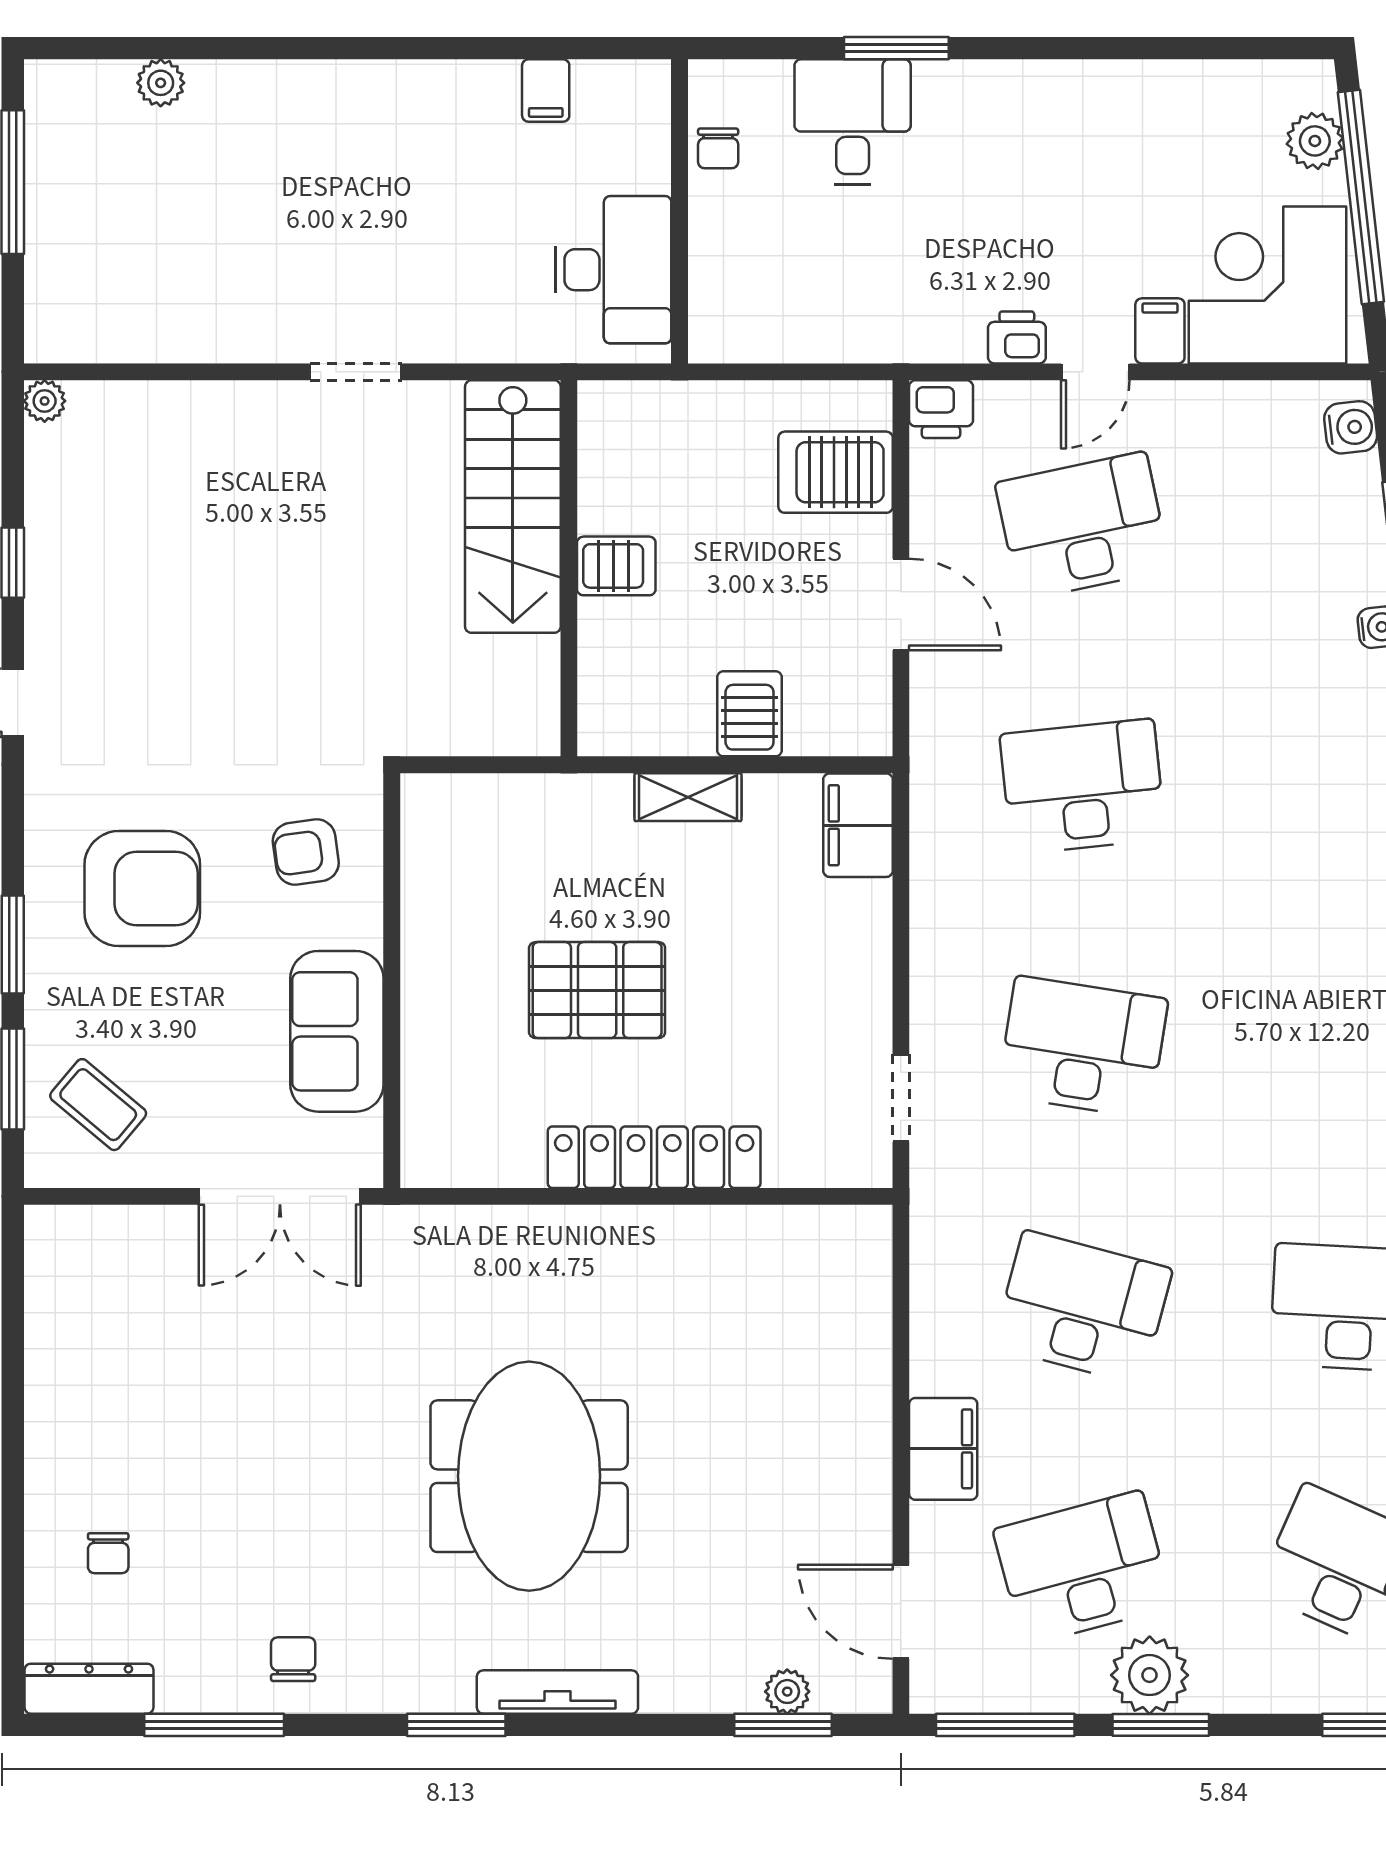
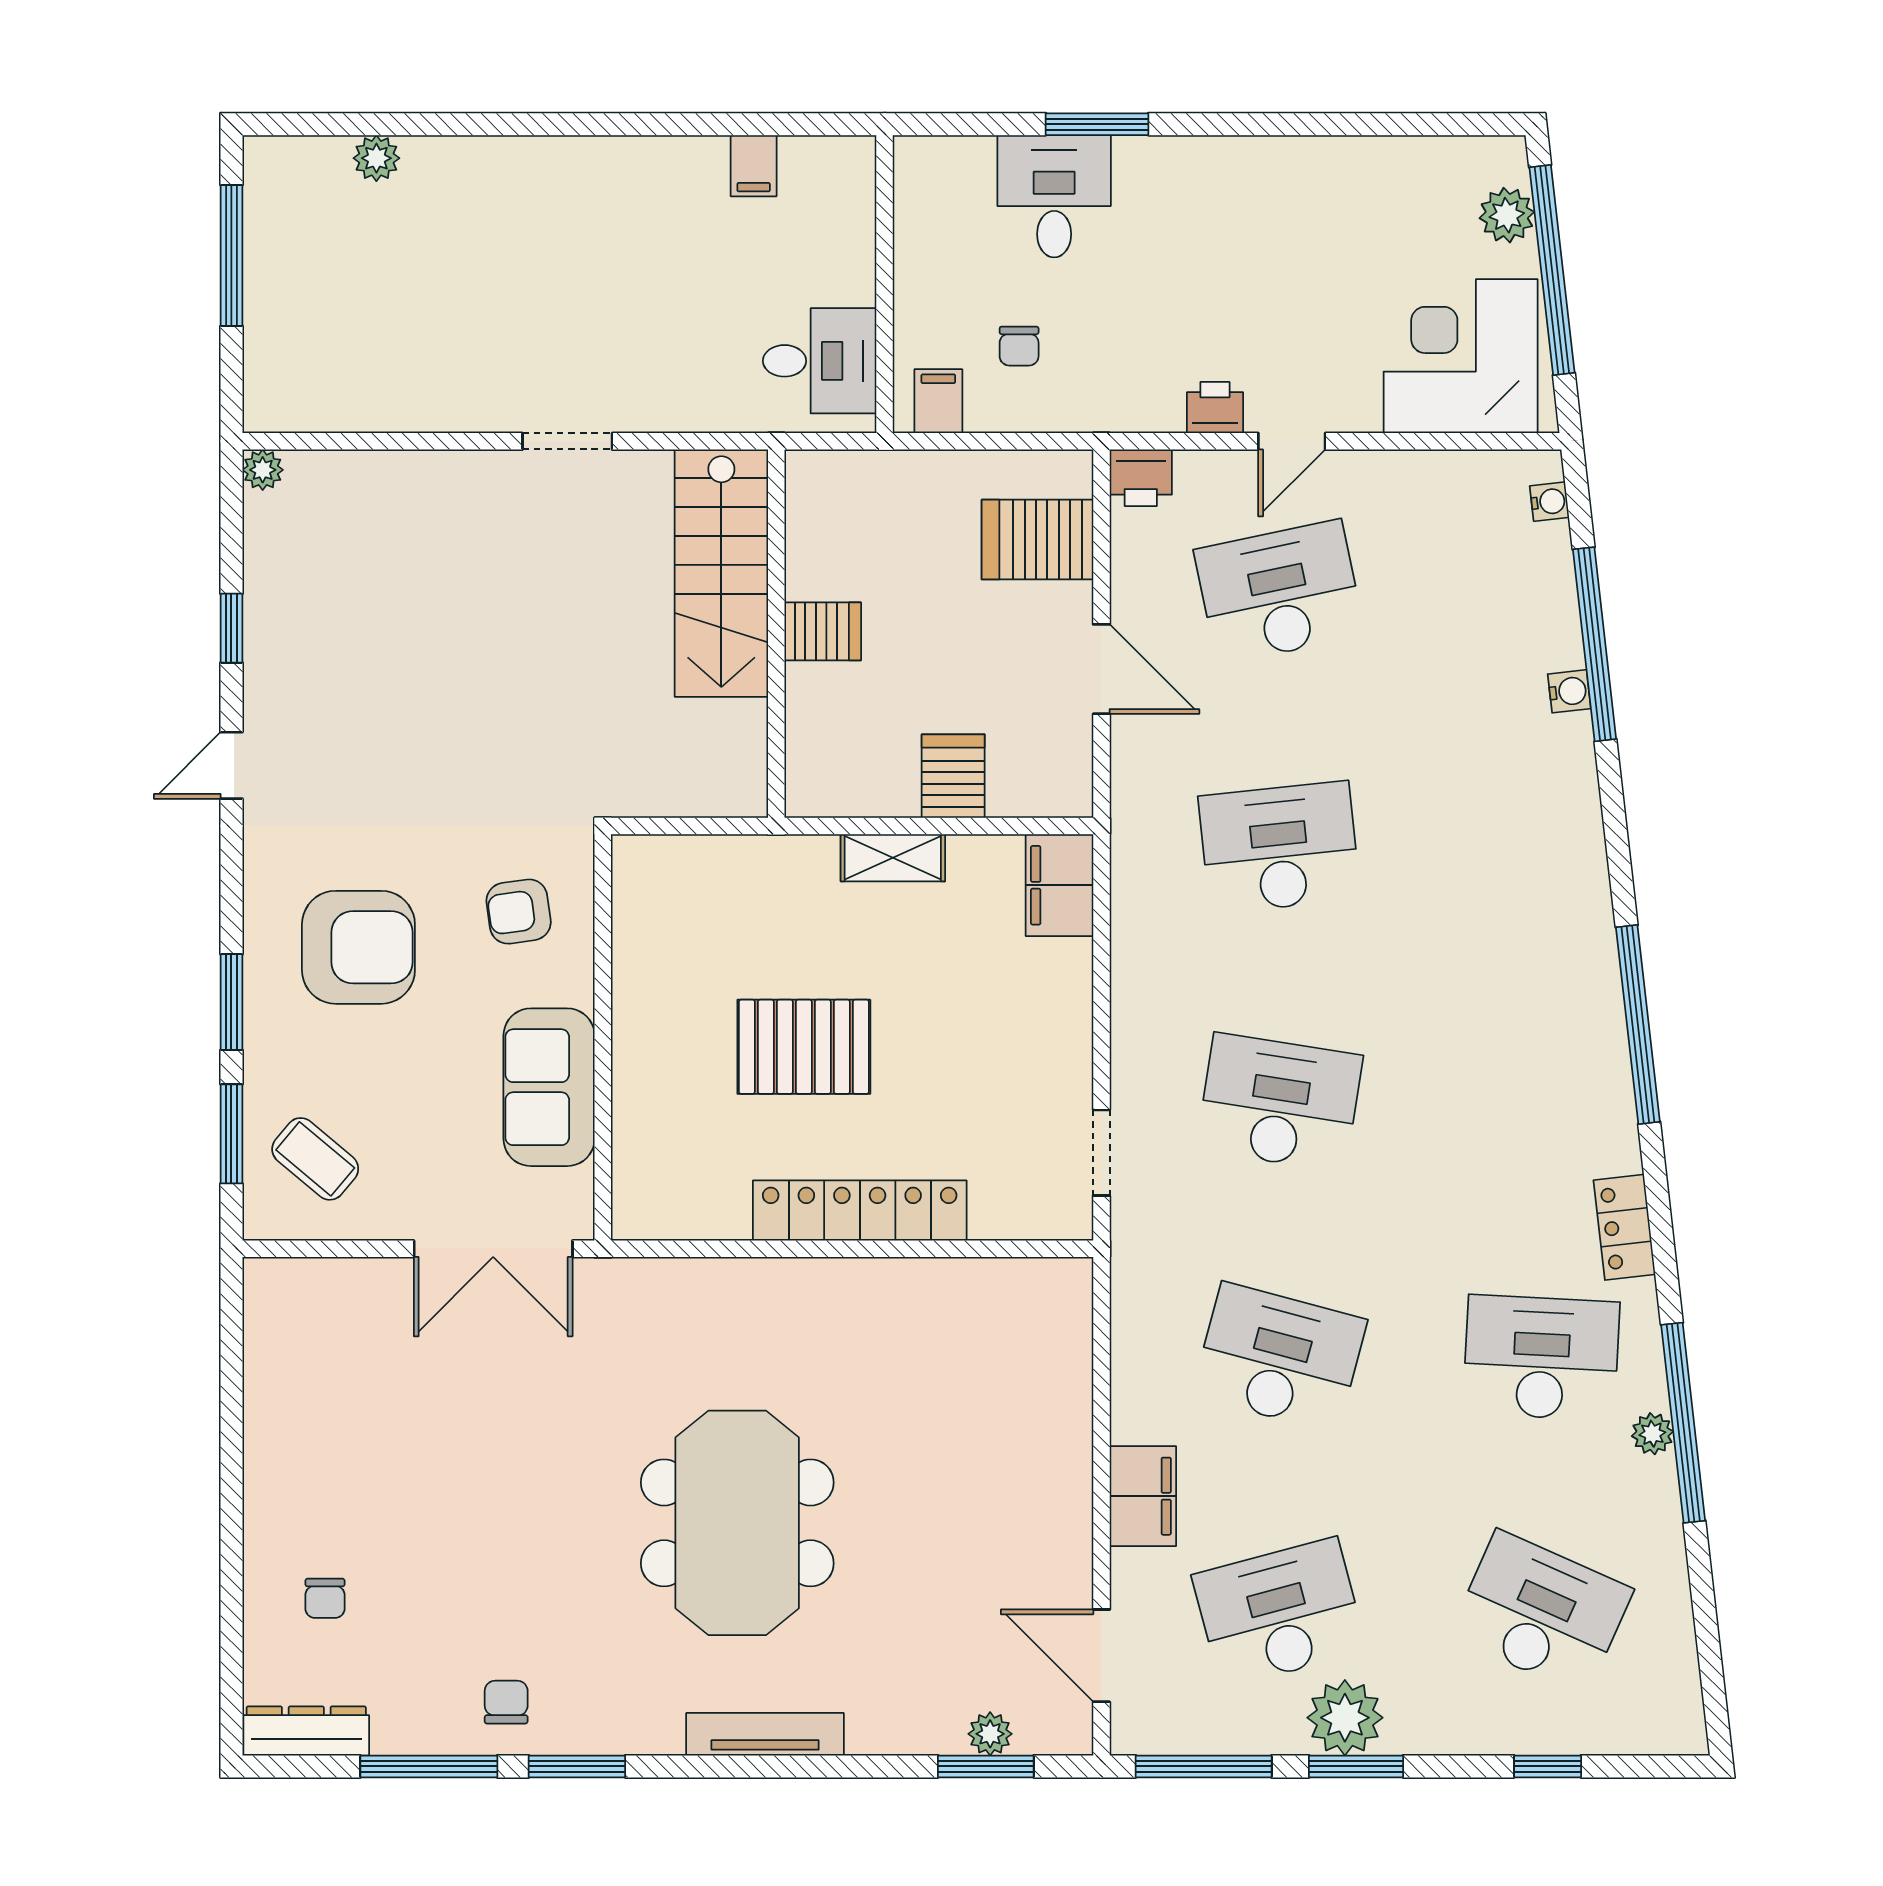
chair: (718, 148) -> (1019, 346), moved
desk: (613, 270) -> (820, 361), width x0.73
filing cabinet: (1160, 331) -> (938, 401), moved
water cooler: (1351, 427) -> (1549, 502), width x0.72, depth x0.72
window: (456, 1725) -> (577, 1766), moved

